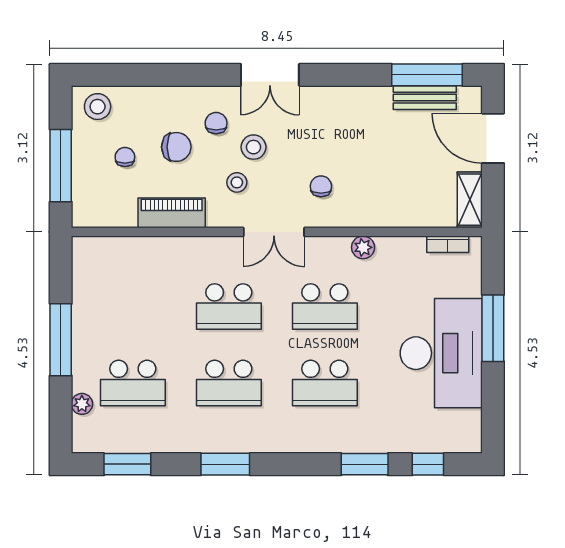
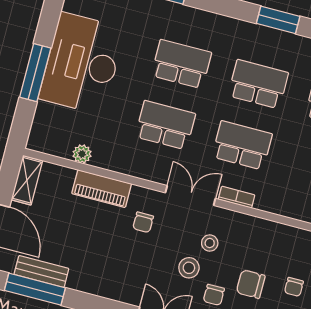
piano: (172, 213) -> (102, 189), moved
bookcase: (448, 244) -> (237, 197), moved
plant: (363, 247) -> (82, 154), moved

